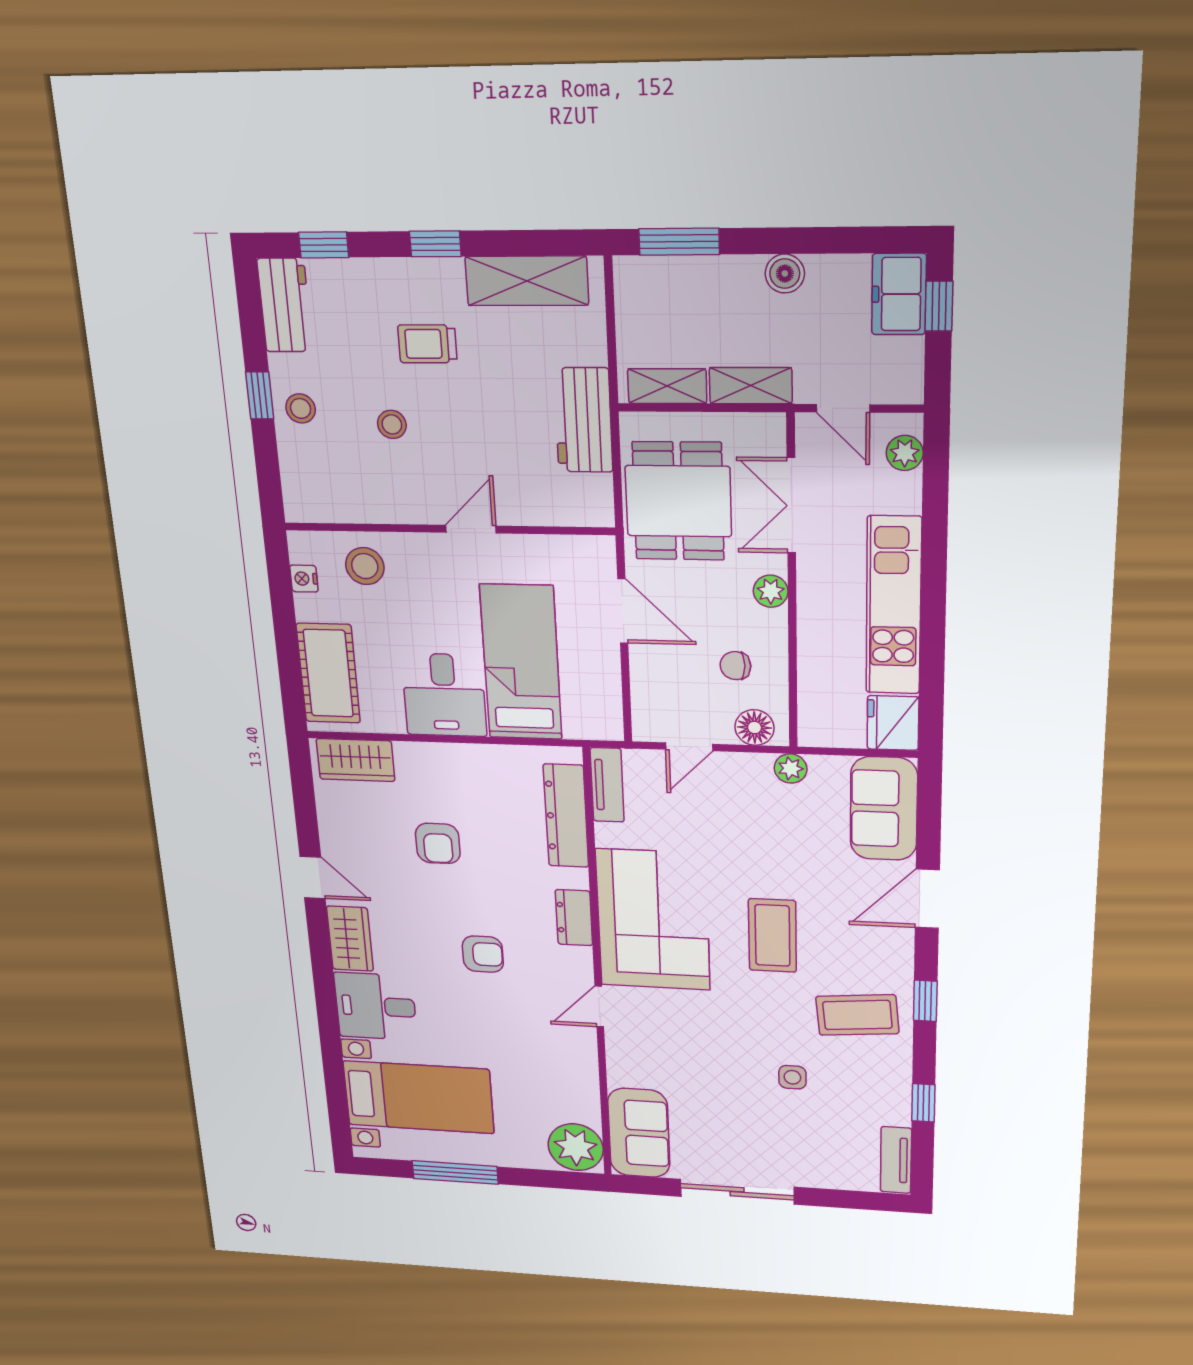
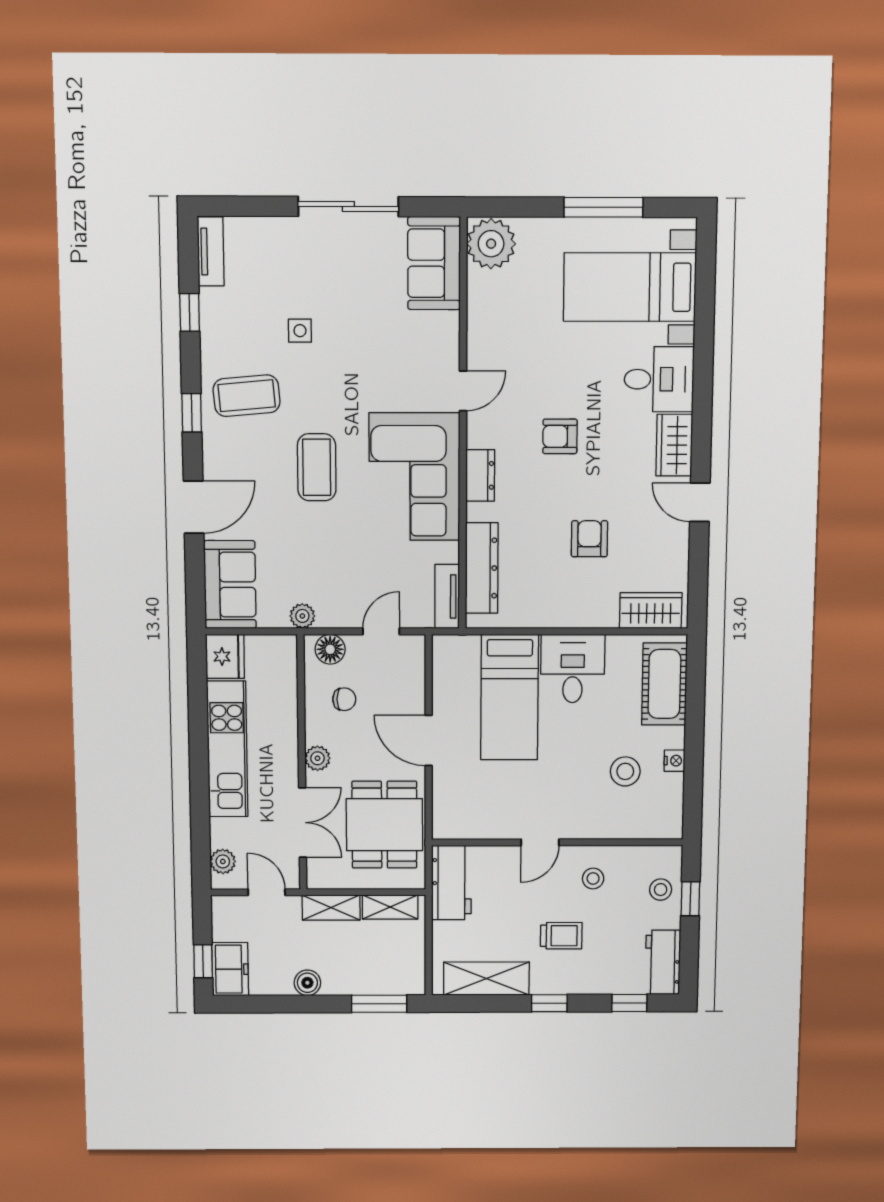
wall: (448, 529) -> (557, 842), moved
door: (471, 529) -> (540, 842), moved

